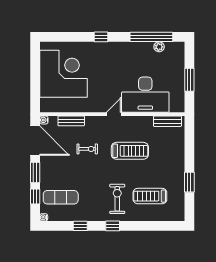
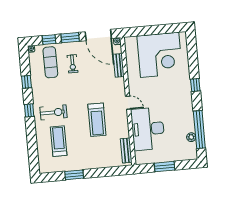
door: (35, 141) -> (98, 35), hinge flipped
exercise bike: (87, 149) -> (73, 64), moved

